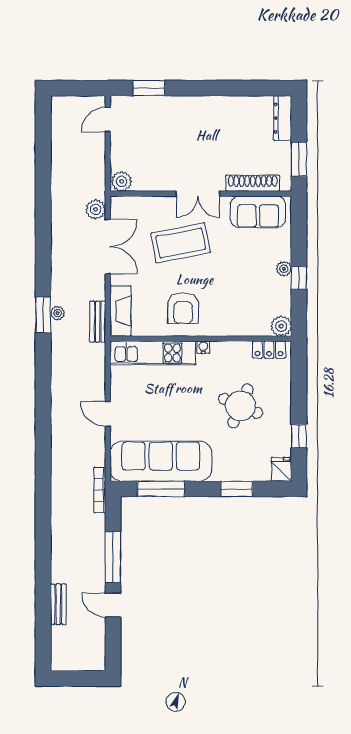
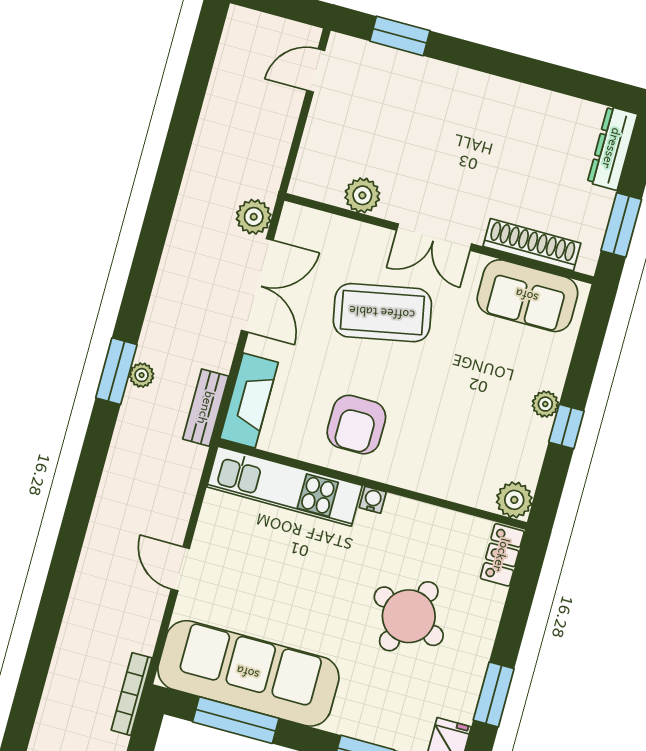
plant: (122, 181) -> (362, 195), moved
locker: (269, 350) -> (502, 555), moved, turned 90
window: (299, 436) -> (494, 694), width x1.50

